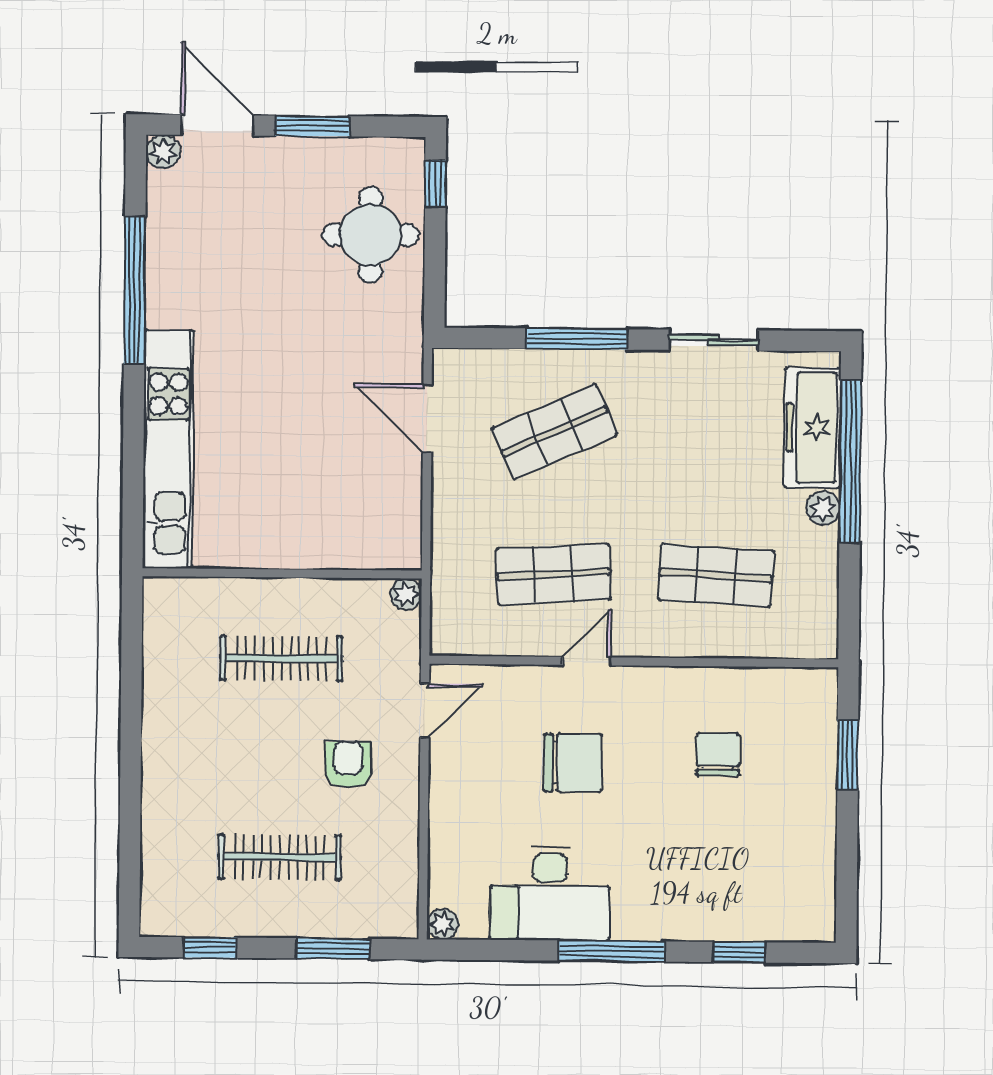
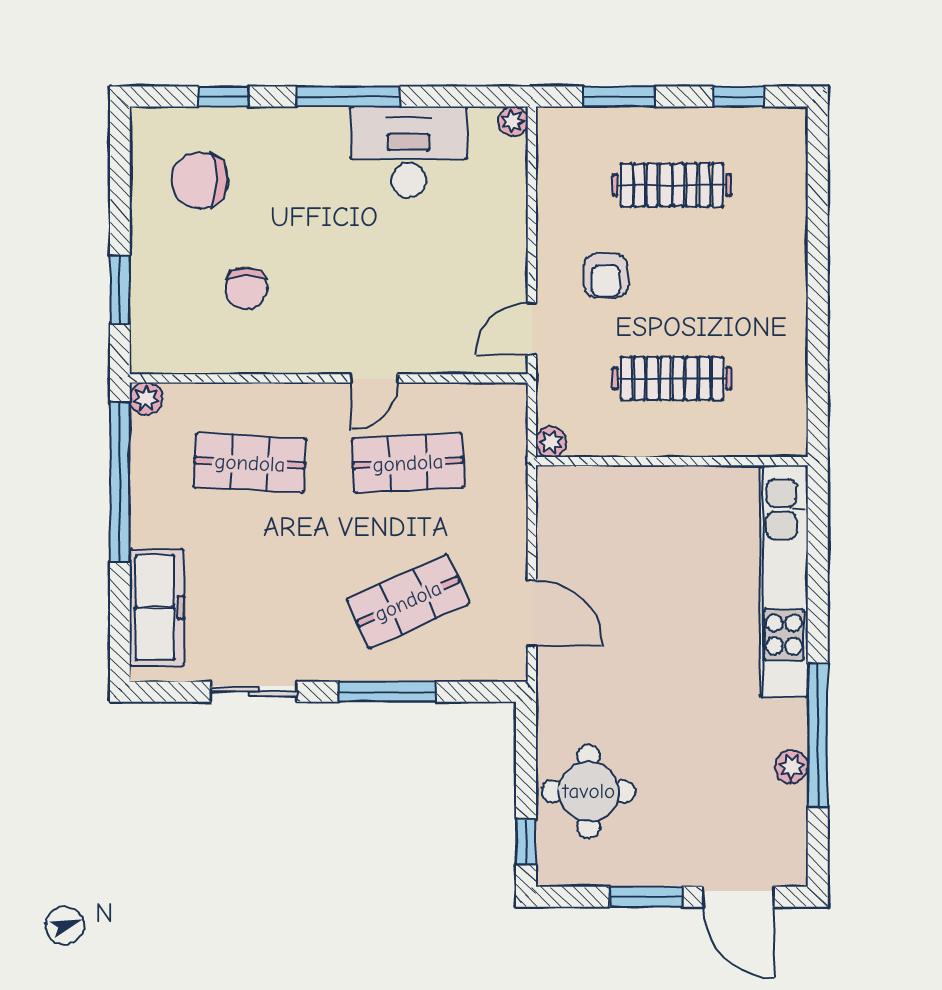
plant: (163, 152) -> (791, 767), moved
window: (850, 462) -> (120, 482), moved
plant: (823, 508) -> (146, 399), moved
chair: (573, 763) -> (200, 180), moved

